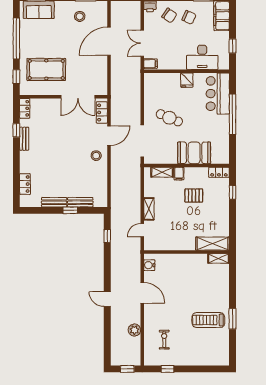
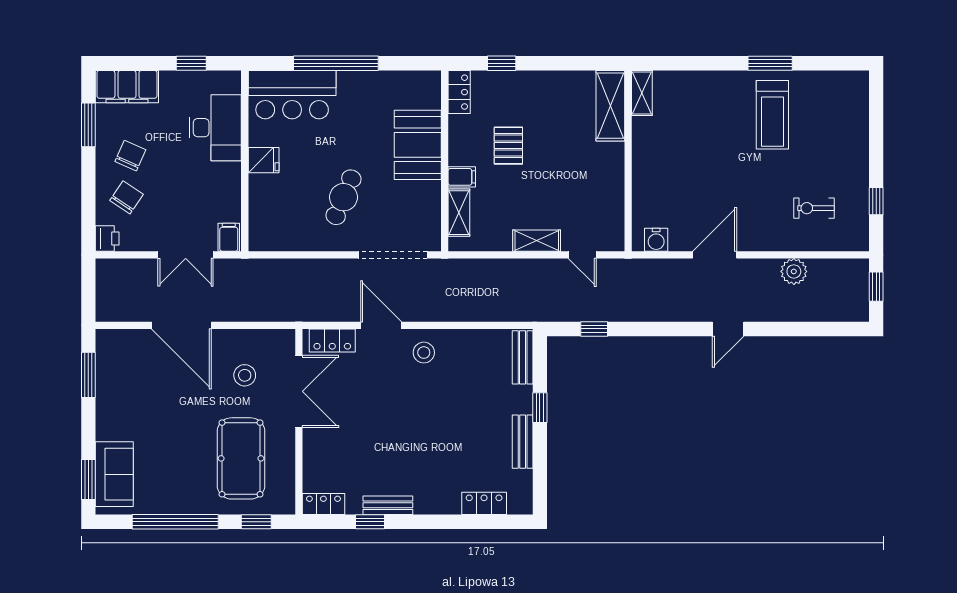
stool: (80, 16) -> (245, 375), moved
bench: (80, 202) -> (523, 357), moved

